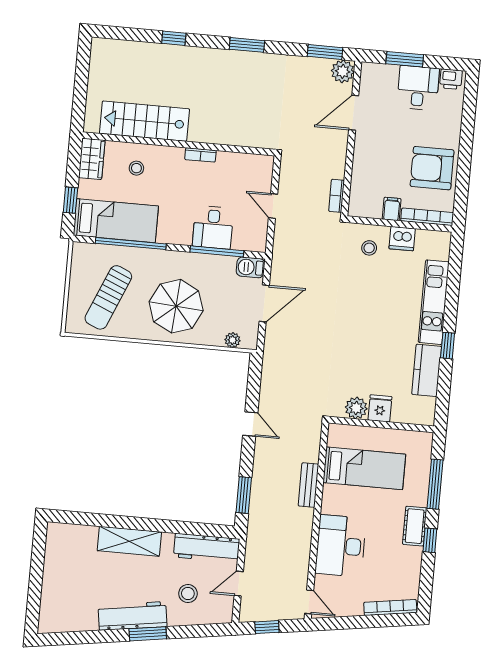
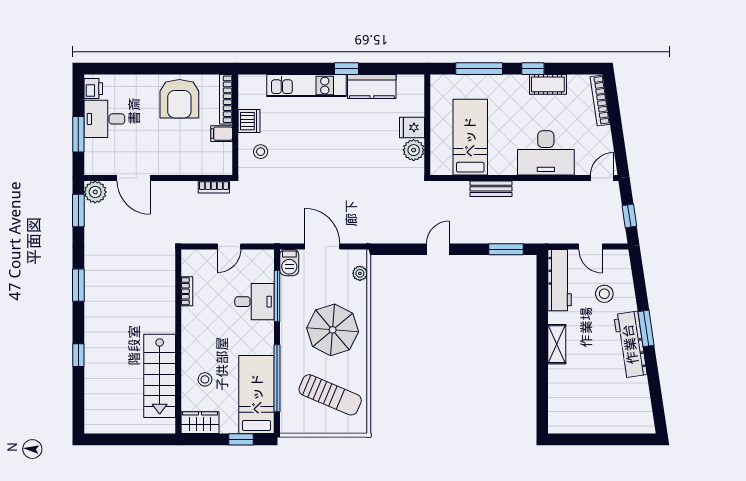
bookcase: (200, 155) -> (187, 291), moved
cot: (415, 526) -> (548, 84), moved
shelving: (129, 541) -> (557, 344), width x0.67, depth x0.75

